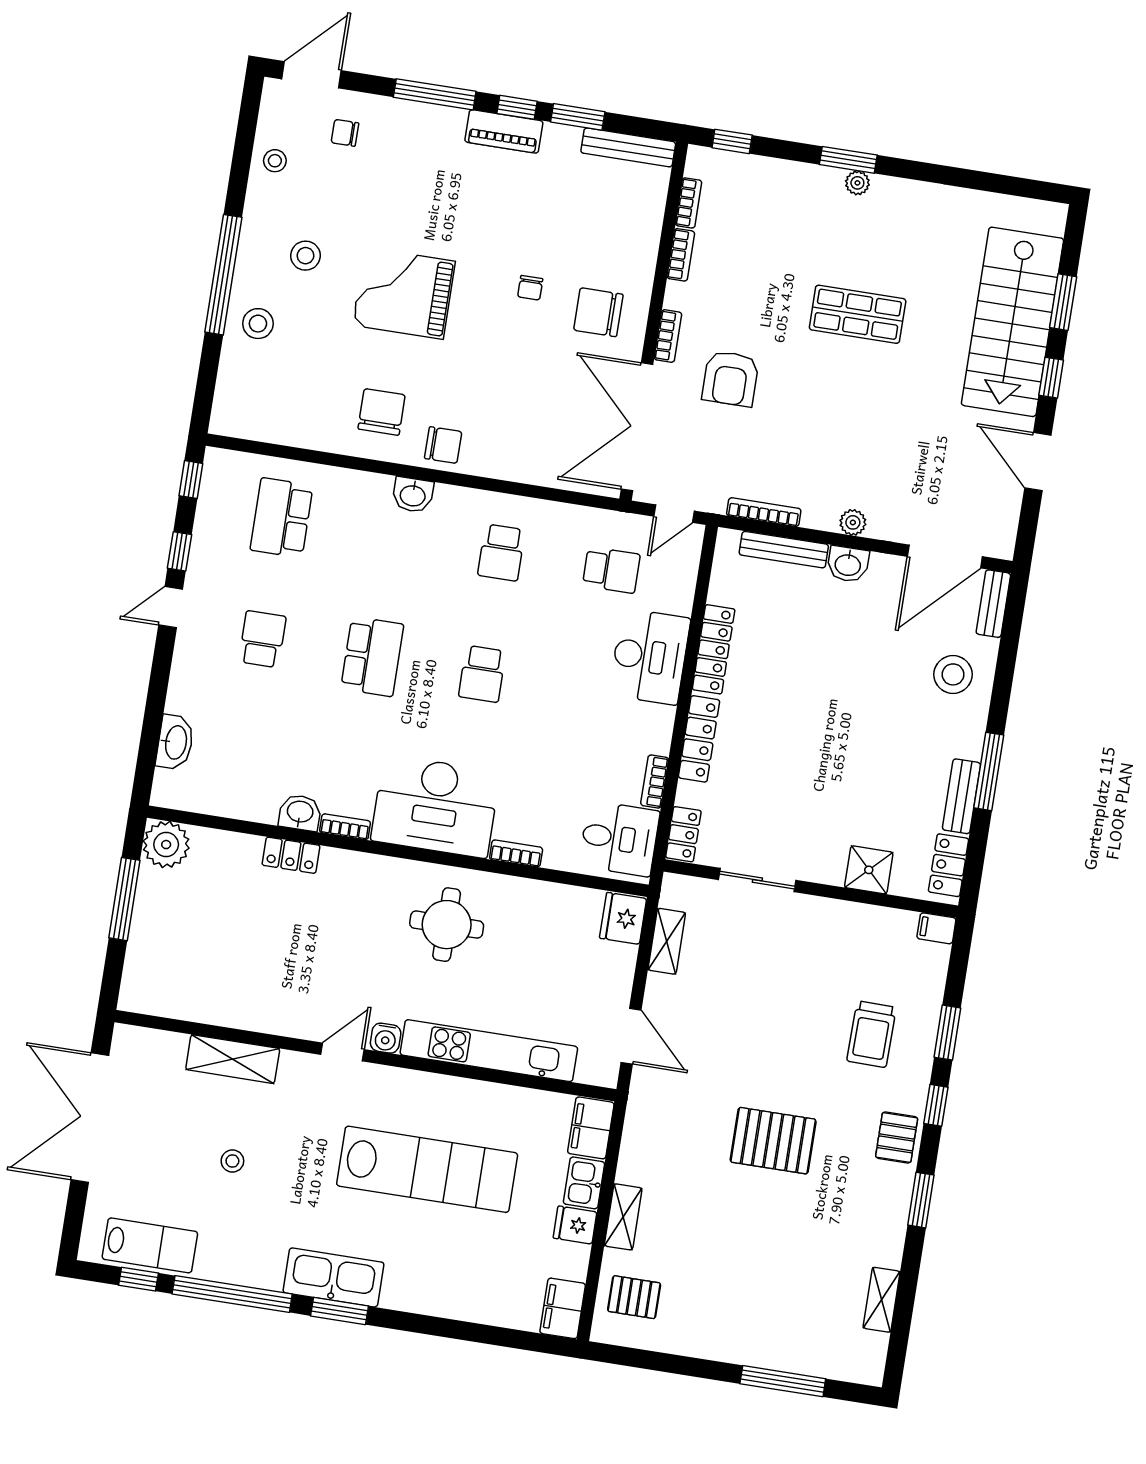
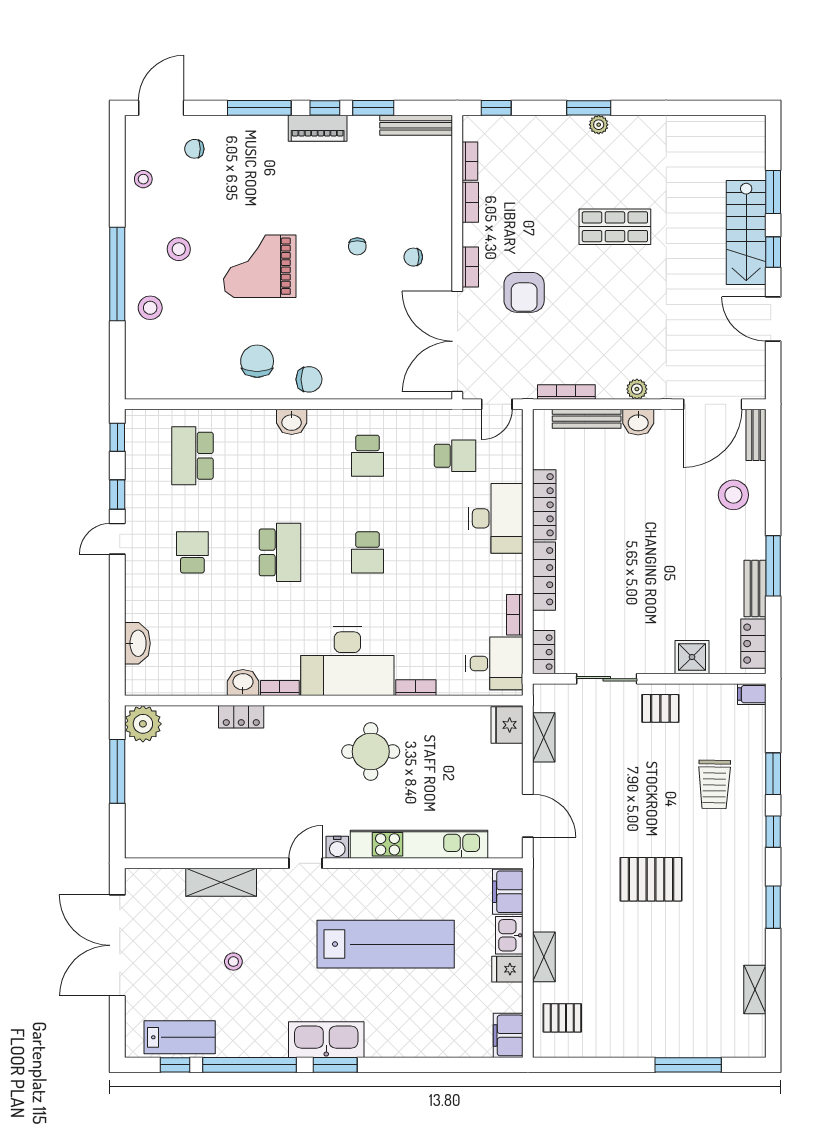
chair: (598, 312) -> (413, 257), width x0.54, depth x0.54
stairs: (1012, 322) -> (746, 233), width x0.73, depth x0.66
pallet: (897, 1137) -> (660, 708), moved, turned 90

